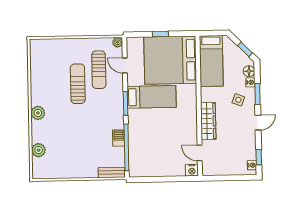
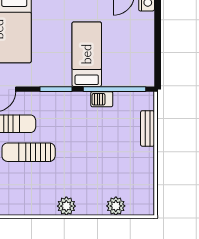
bed: (152, 97) -> (87, 54), moved
bench: (112, 173) -> (147, 128), moved

